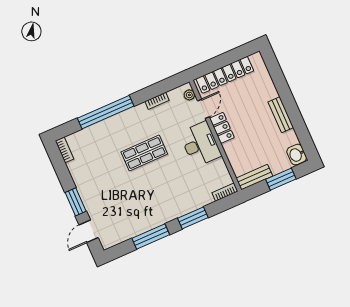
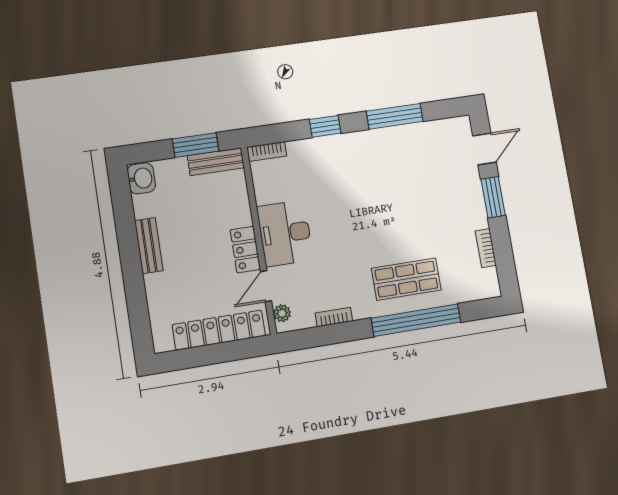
bookcase: (64, 150) -> (486, 248), moved
shop shelf: (144, 153) -> (406, 279), moved
window: (281, 179) -> (196, 145), moved
window: (193, 218) -> (325, 126), width x0.67

